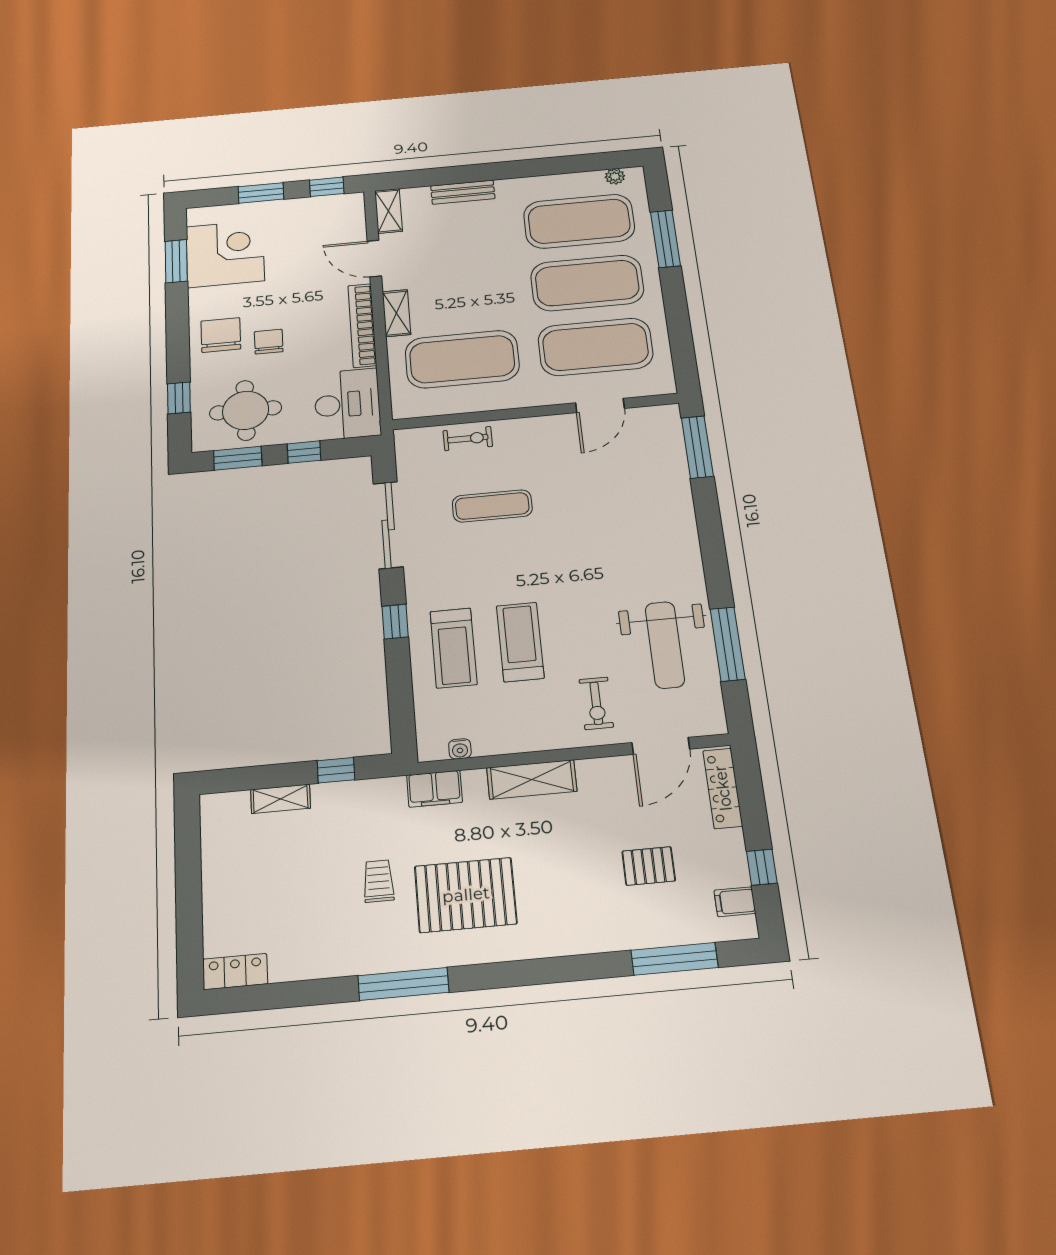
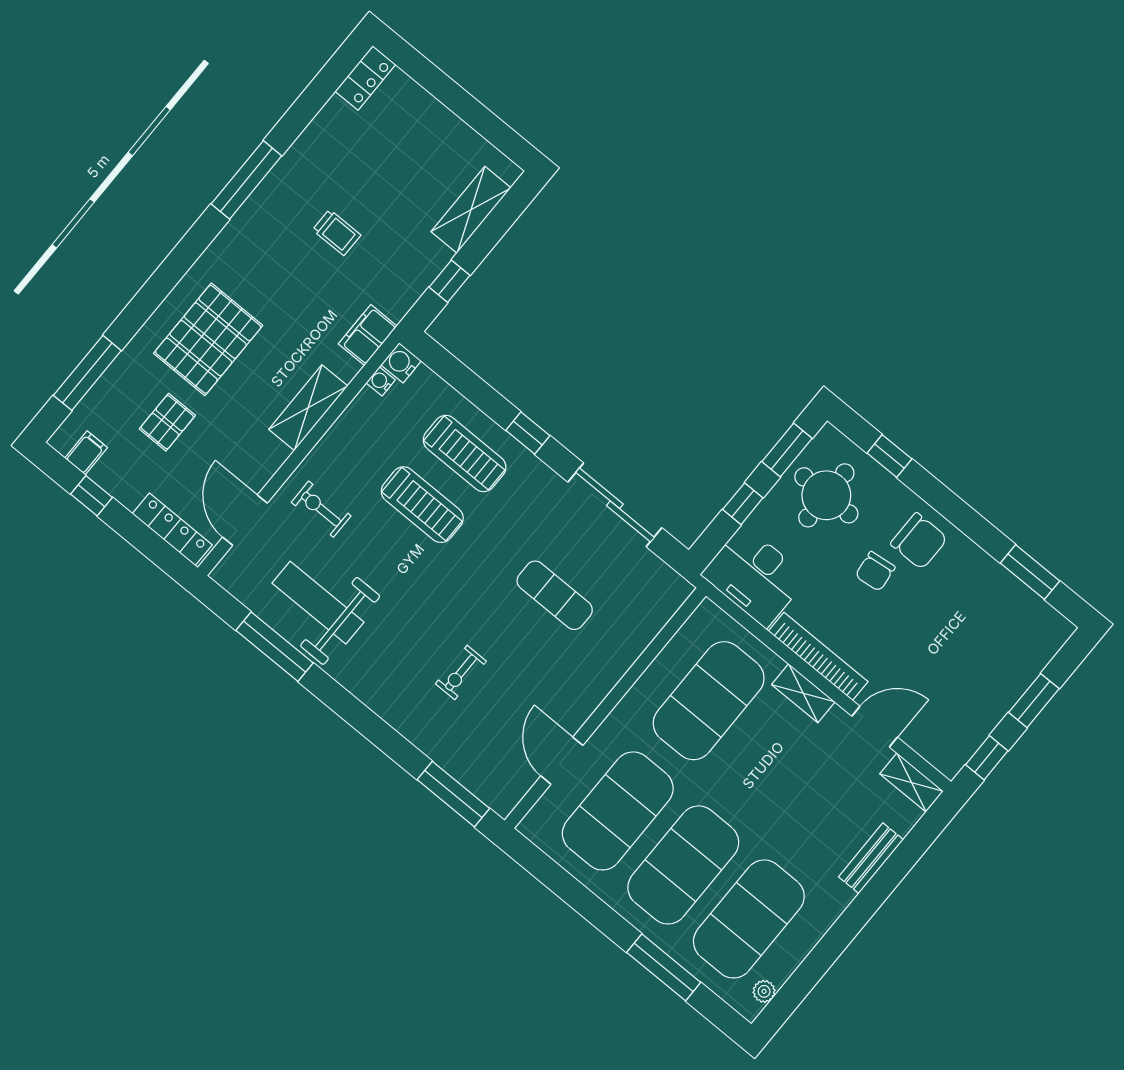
corner desk: (225, 254) -> (999, 616), removed
chair: (269, 342) -> (875, 571), turned 83
exercise bike: (468, 439) -> (461, 673), moved
exercise mat: (492, 506) -> (555, 595), turned 90
treadmill: (454, 648) -> (465, 454), turned 180
water cooler: (431, 748) -> (401, 363), added
shelving: (280, 799) -> (471, 210), width x1.50, depth x1.33
pallet: (466, 895) -> (208, 339), moved

